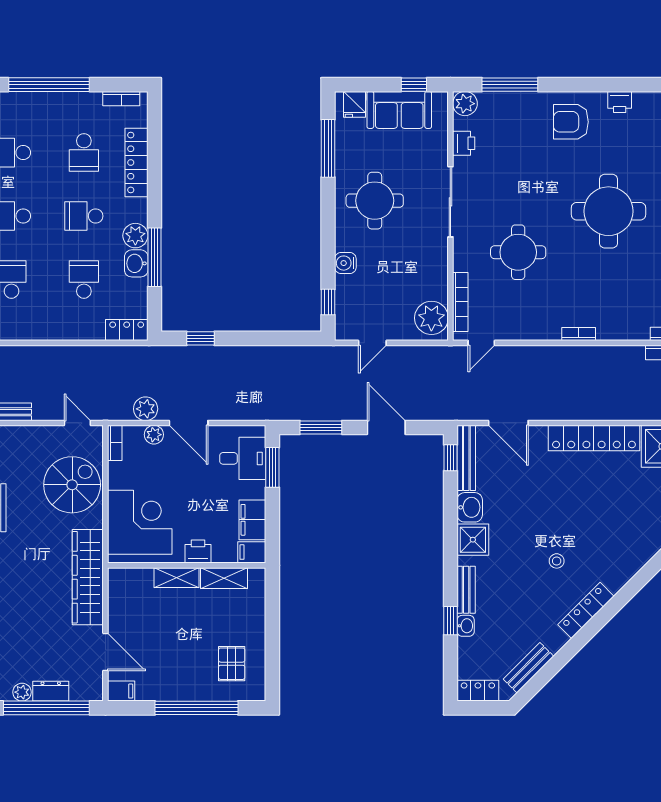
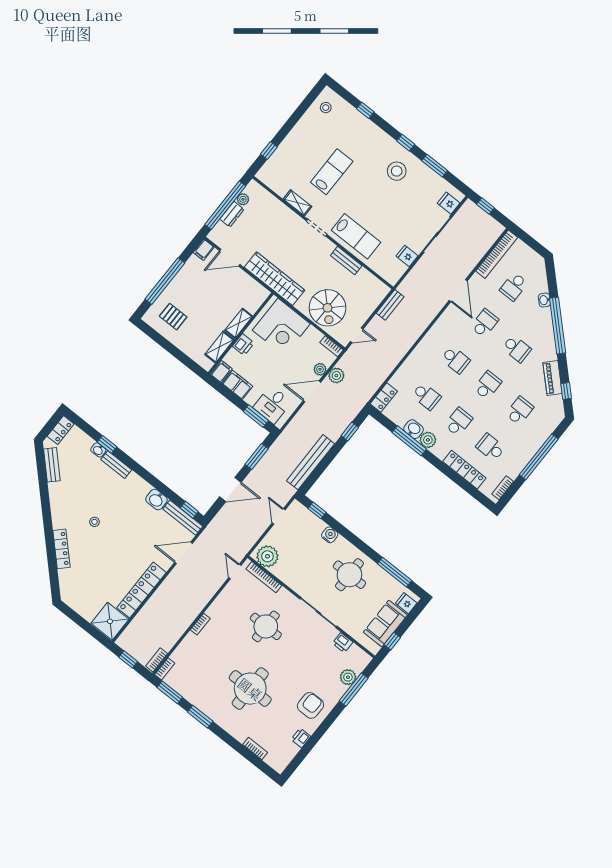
plant: (465, 104) -> (348, 677), moved
bench: (276, 357) -> (310, 462), added
shower: (473, 540) -> (139, 488), removed
locker: (586, 610) -> (61, 549), moved

